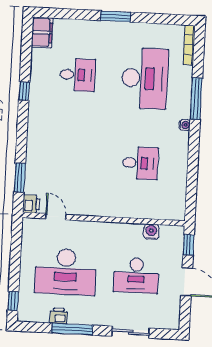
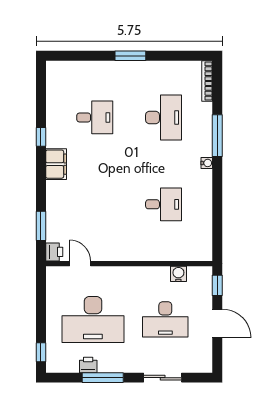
filing cabinet: (42, 32) -> (56, 164), moved
desk: (145, 78) -> (164, 117), width x0.73, depth x0.77

